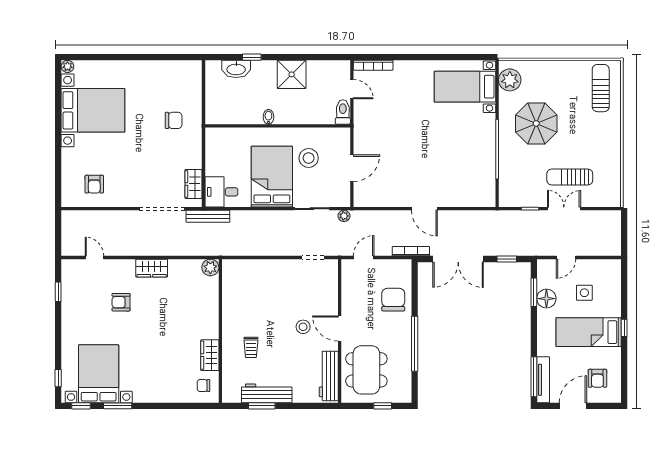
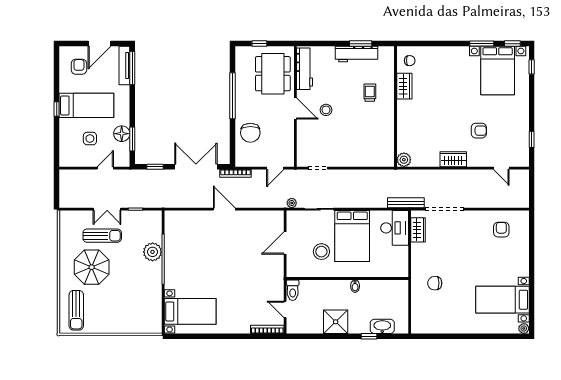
plant: (510, 80) -> (153, 252), moved
bed with nightstands: (93, 110) -> (502, 300), width x0.73
parasol: (536, 123) -> (92, 267), moved
desk: (221, 192) -> (395, 228), width x1.37

